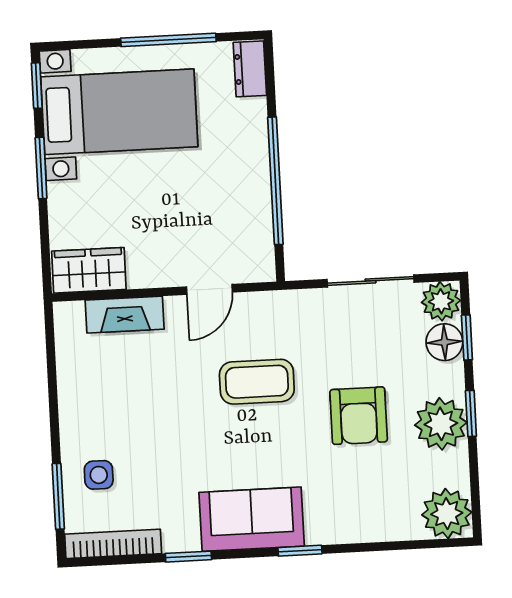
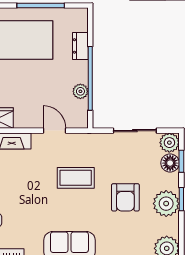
dresser: (250, 69) -> (80, 46), moved
plant: (257, 208) -> (80, 91), added
door: (209, 289) -> (55, 131), swing flipped

